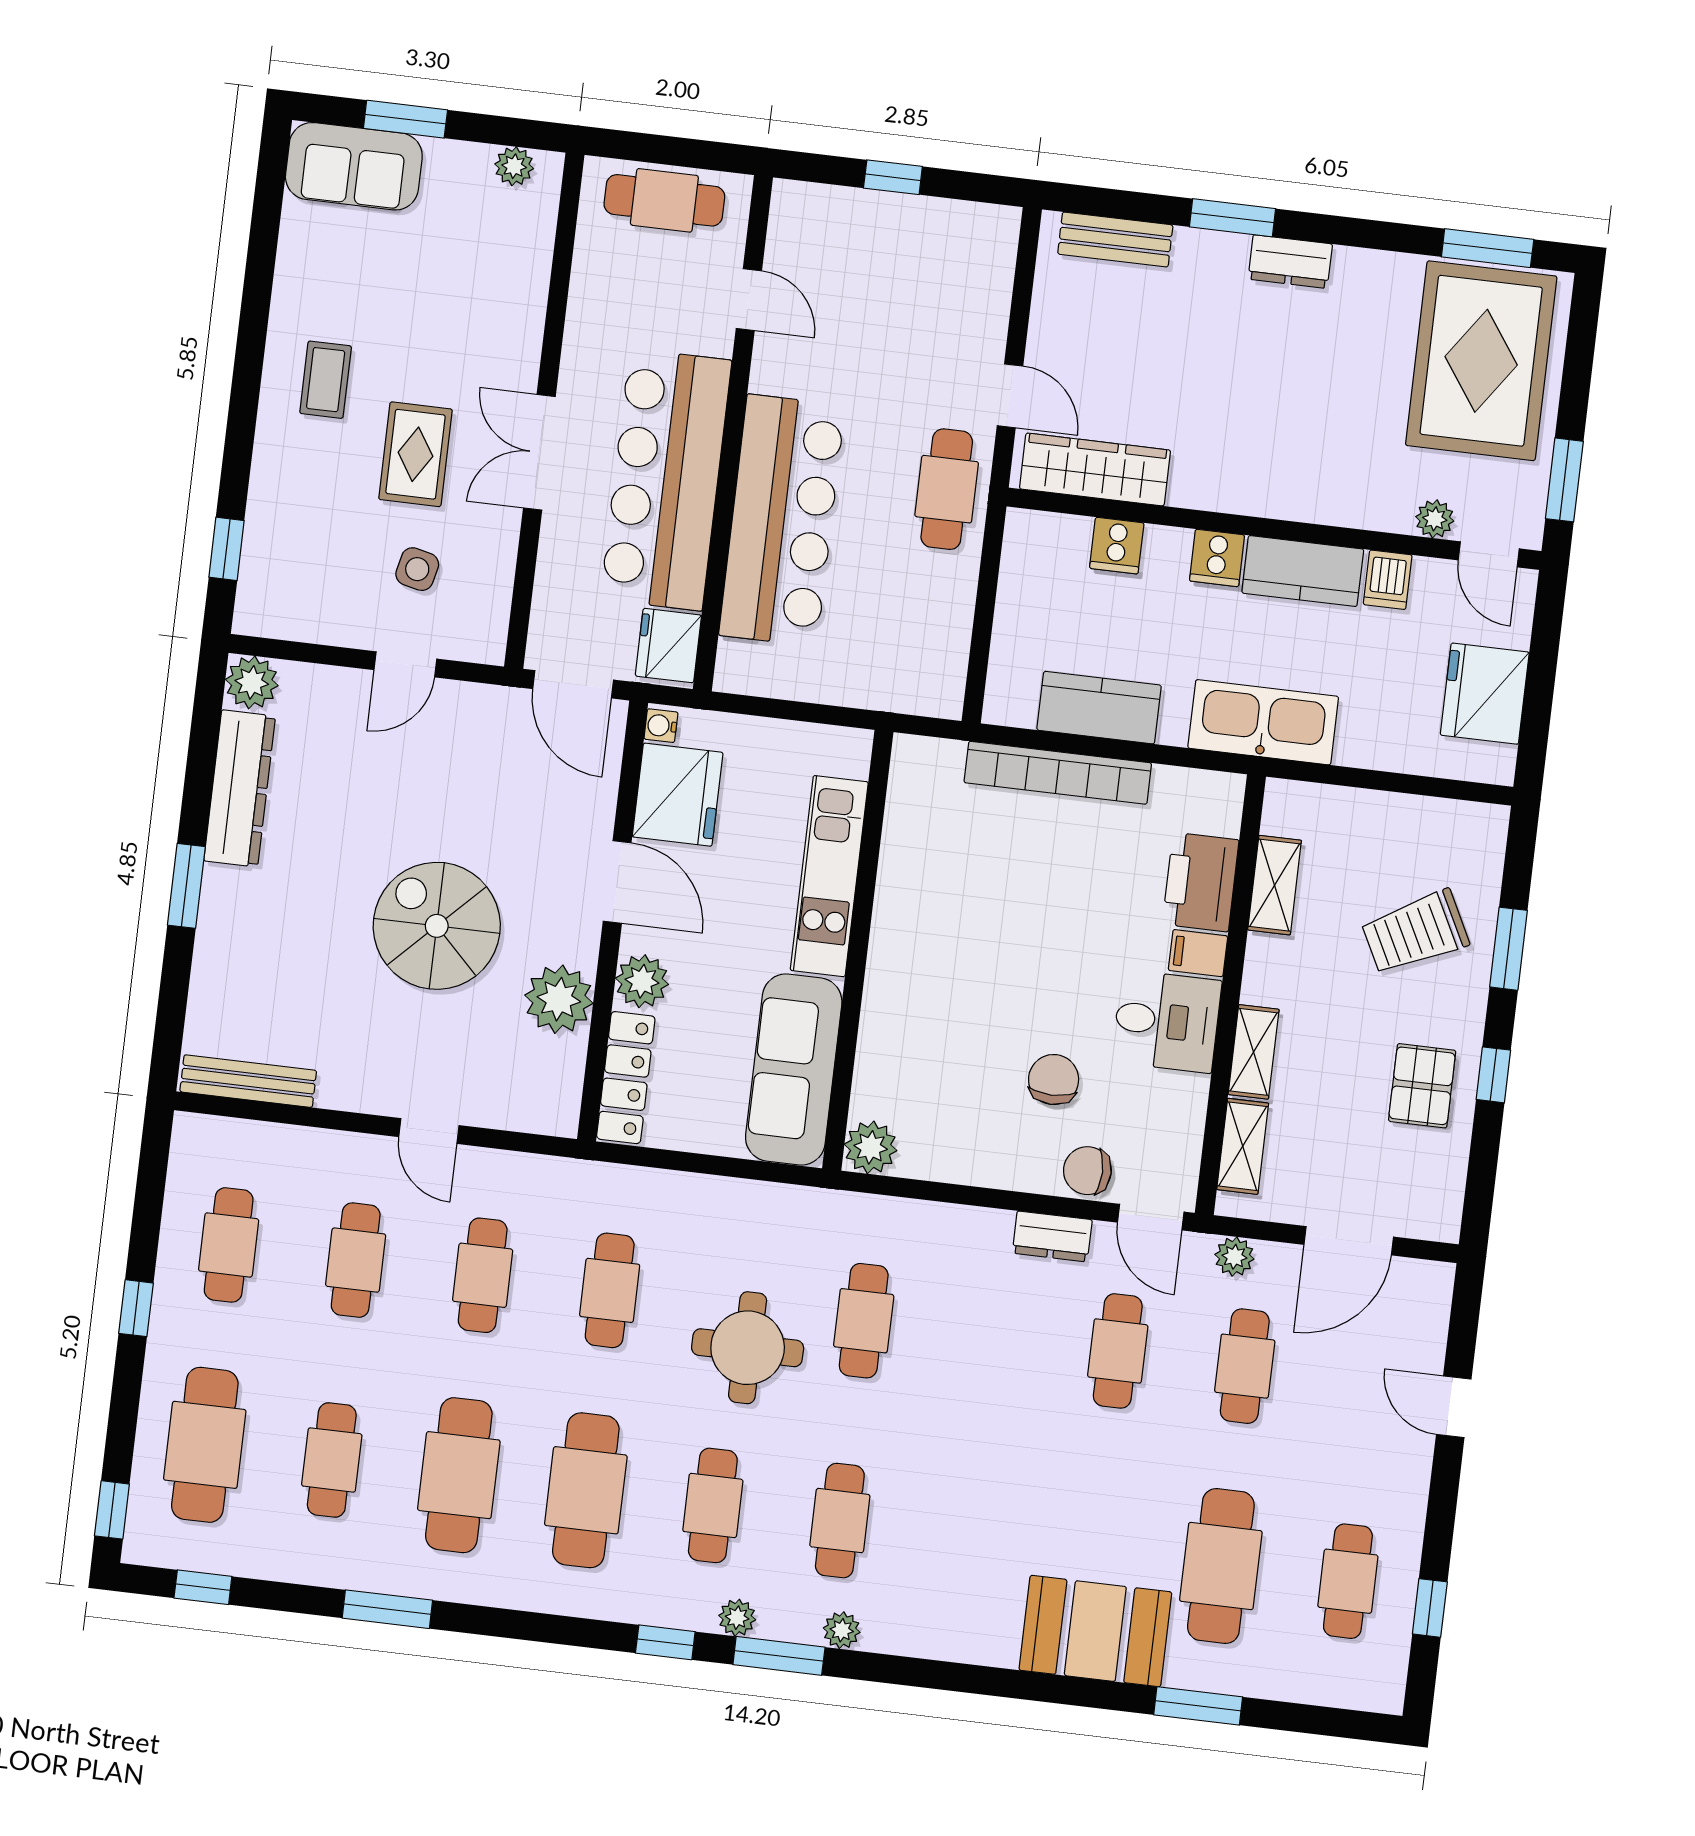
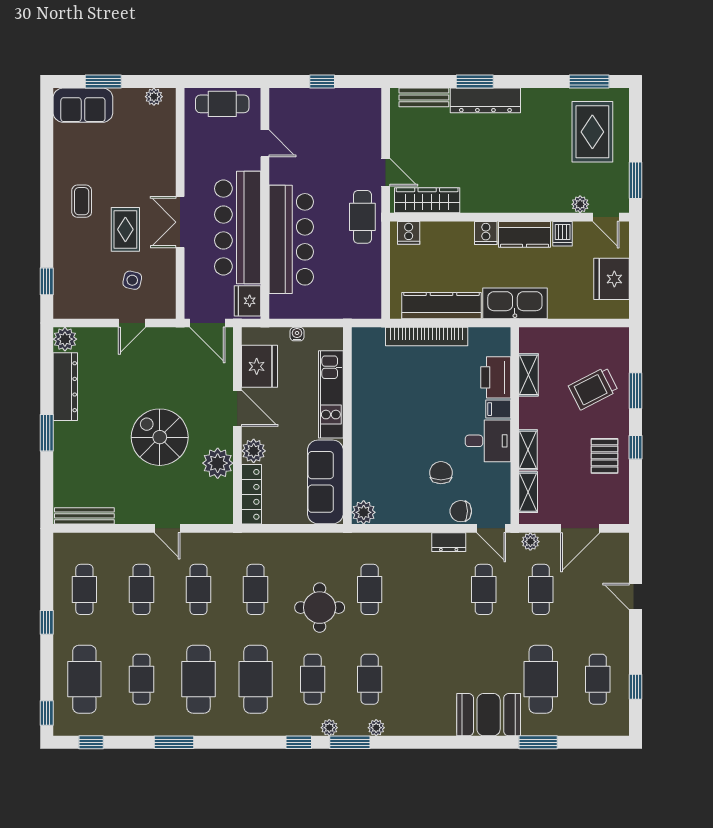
dresser: (1290, 262) -> (485, 100), width x1.96, depth x1.24
rug: (1481, 361) -> (592, 132), width x0.73, depth x0.69
cooker: (1117, 546) -> (409, 233), moved
kitchen counter: (1099, 708) -> (441, 306), width x1.50
water cooler: (661, 726) -> (297, 334), moved, turned 90

